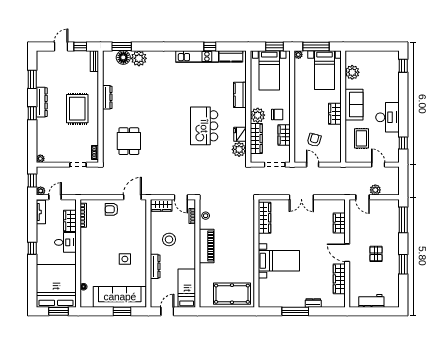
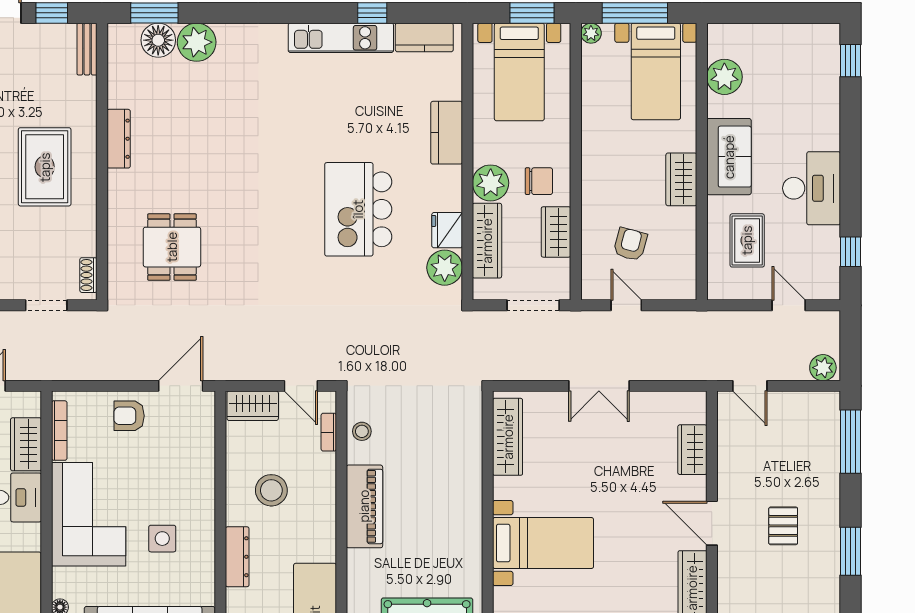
plant: (375, 190) -> (823, 368), moved
corner sofa: (95, 249) -> (89, 514), added

